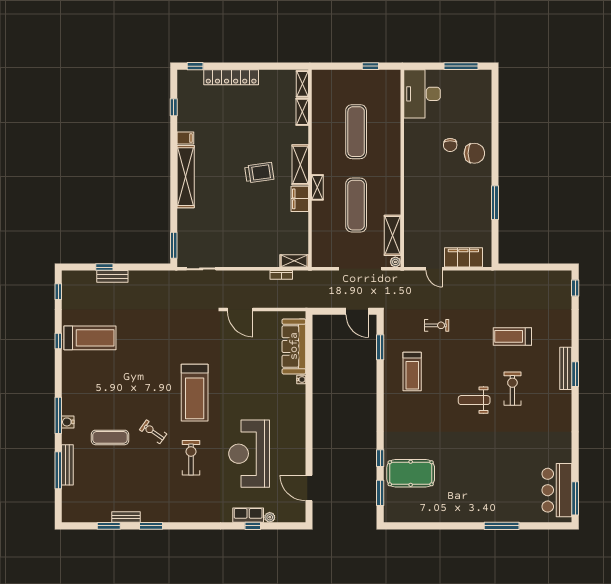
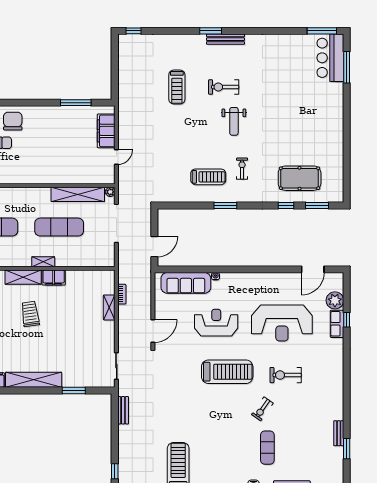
window: (495, 203) -> (76, 103), moved
shelving: (393, 235) -> (78, 194), width x1.47
window: (174, 245) -> (74, 390), moved
shelving: (294, 261) -> (109, 307), moved
window: (104, 267) -> (115, 471), moved
bench: (112, 276) -> (123, 410), moved
door: (357, 311) -> (154, 247), moved
exercise bike: (437, 325) -> (242, 169), moved
window: (380, 347) -> (225, 206), moved
bench: (566, 368) -> (225, 39), moved
reception desk: (249, 380) -> (216, 323), added
pool table: (411, 473) -> (300, 178), turned 90
bar counter: (557, 490) -> (330, 58), moved, turned 90
plant: (270, 517) -> (335, 300), width x1.87, depth x1.87
window: (151, 526) -> (347, 411), removed
window: (502, 526) -> (347, 67), moved

